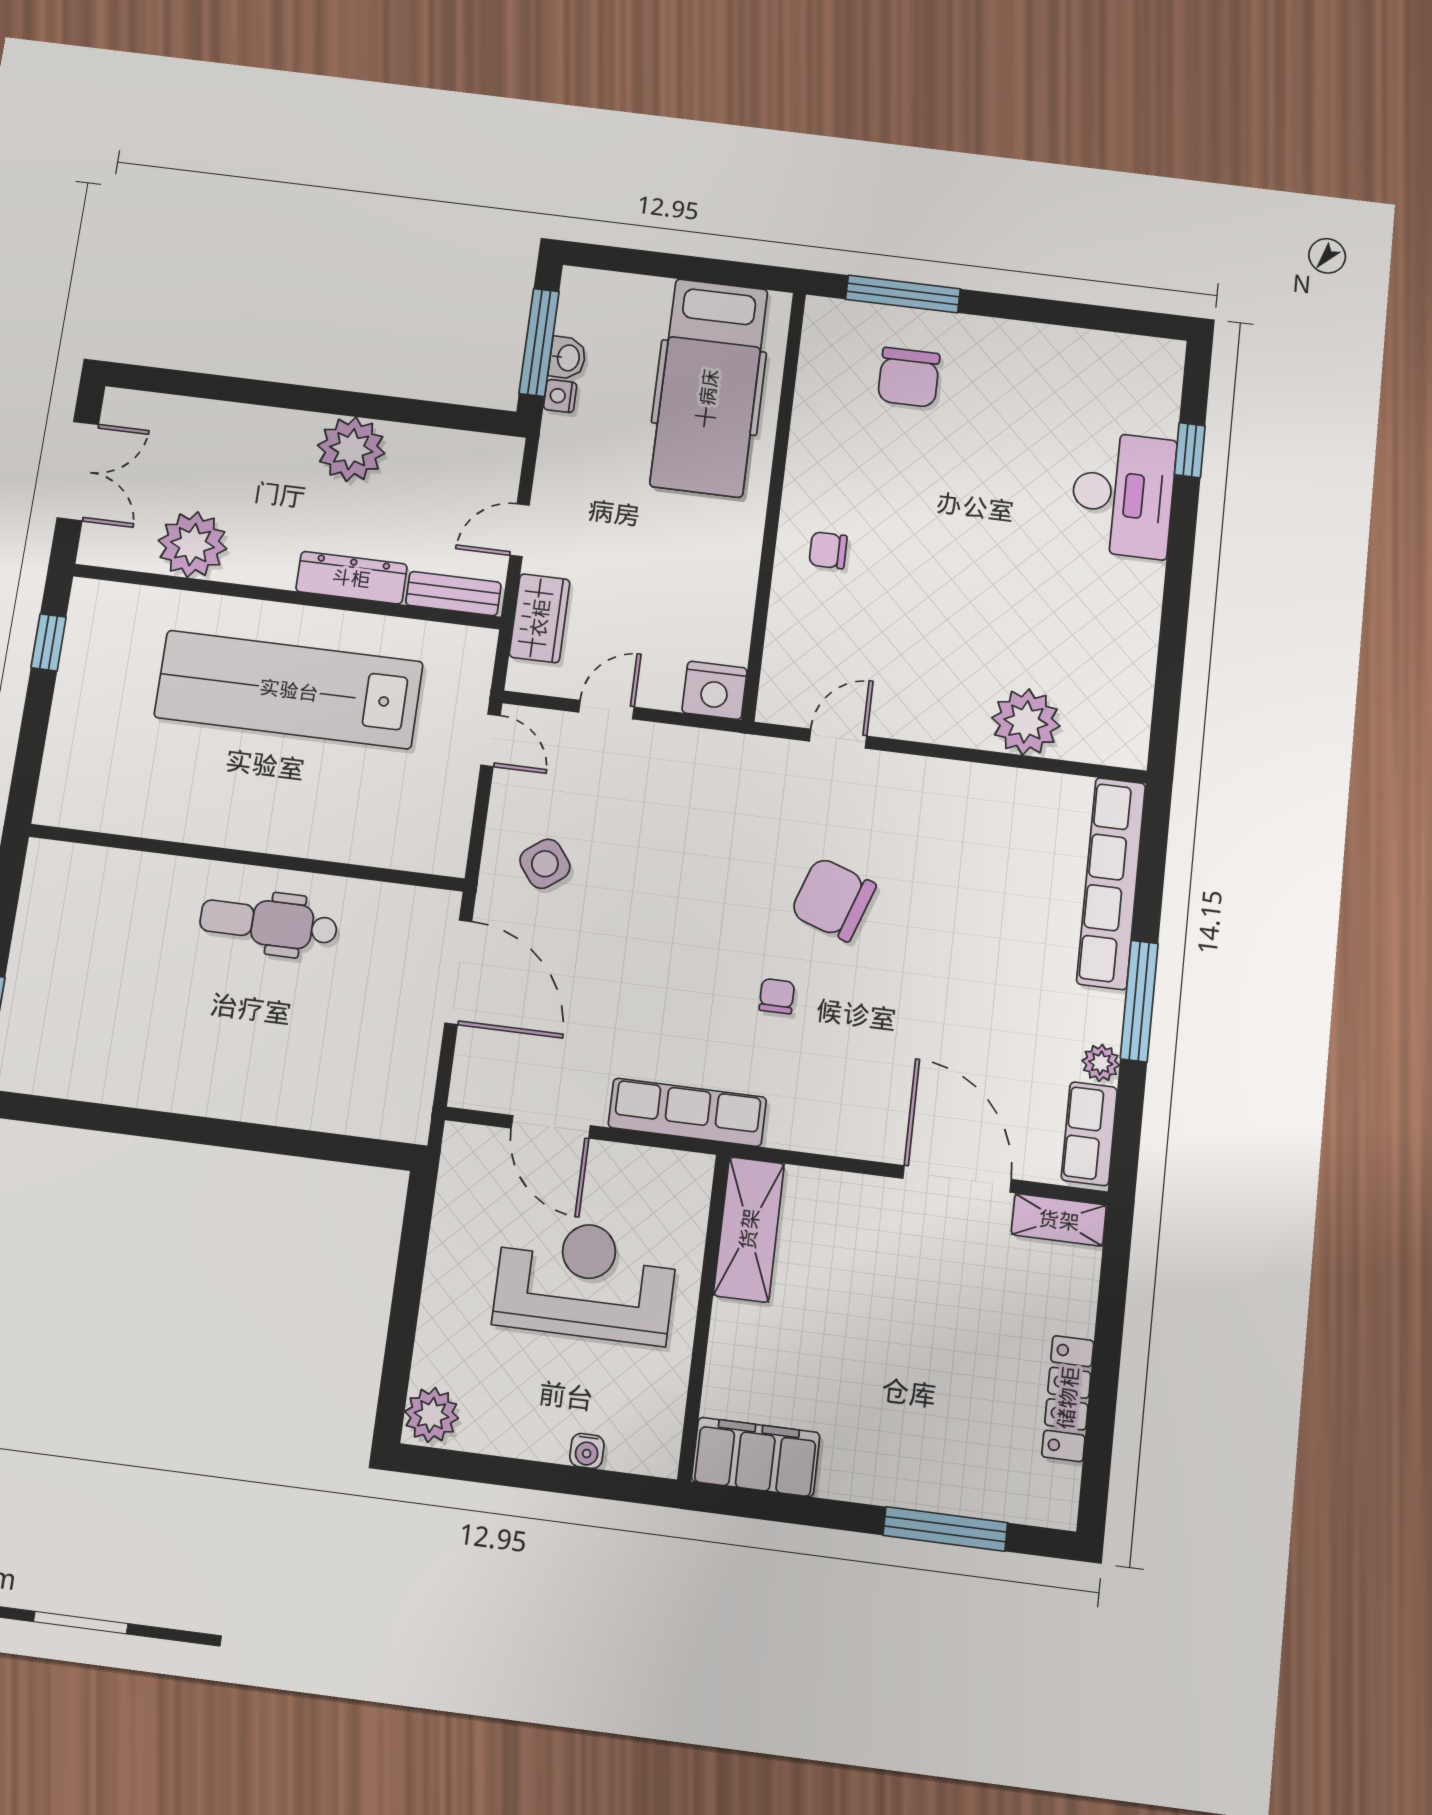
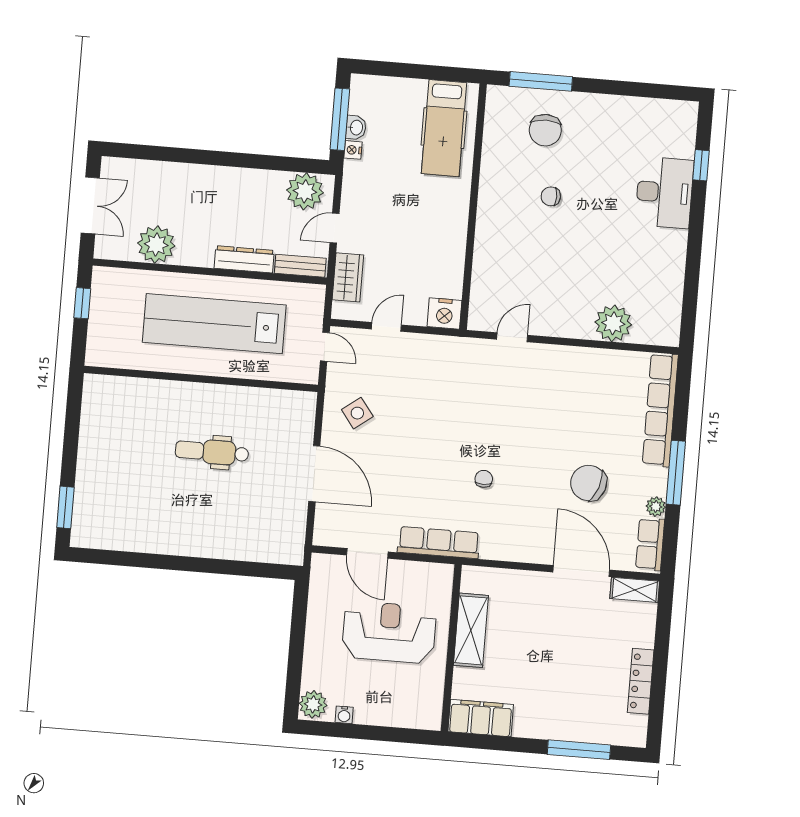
hospital bed: (709, 387) -> (444, 128), width x0.73, depth x0.78
plant: (351, 449) -> (305, 191), moved
chair: (828, 550) -> (551, 196), moved
wall: (247, 858) -> (201, 379), moved
chair: (833, 899) -> (589, 483), moved
shelving: (749, 1229) -> (471, 630), moved
water cooler: (587, 1451) -> (344, 715), moved

